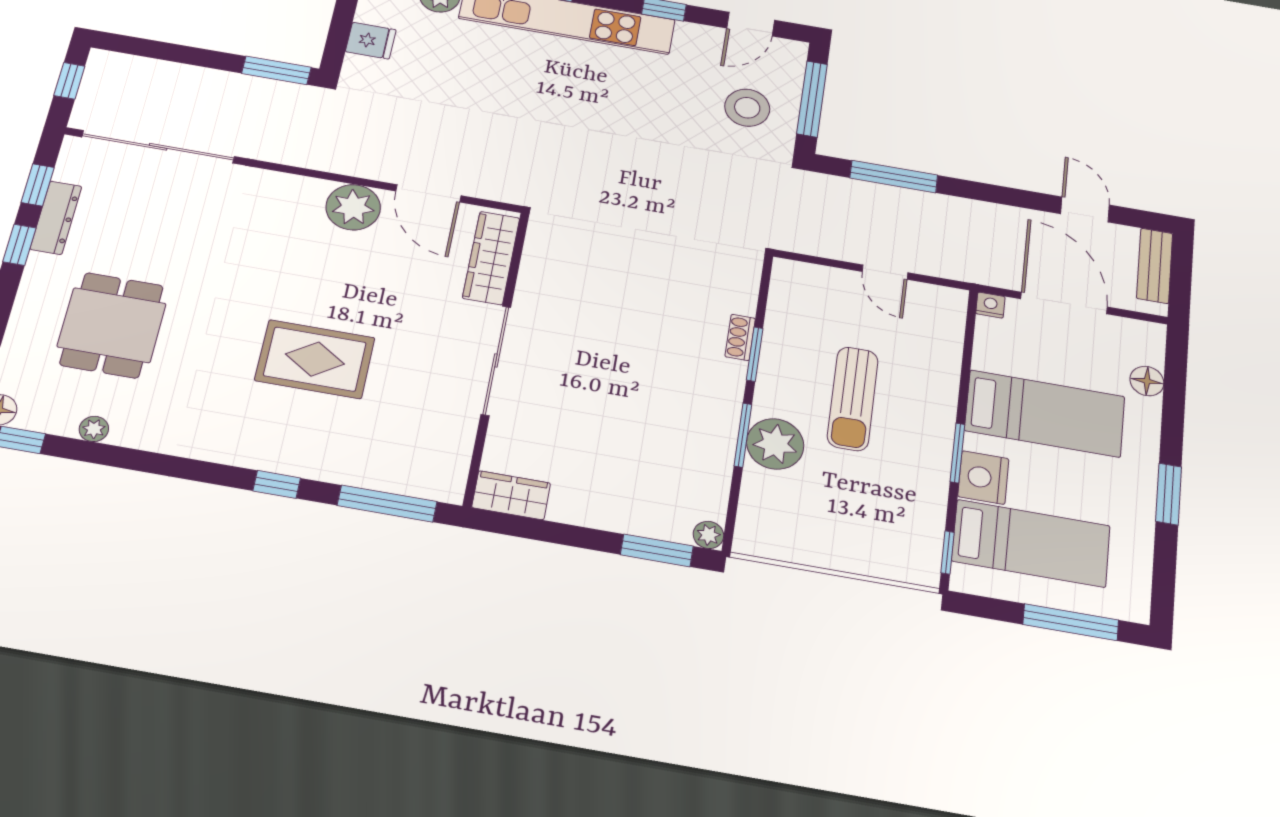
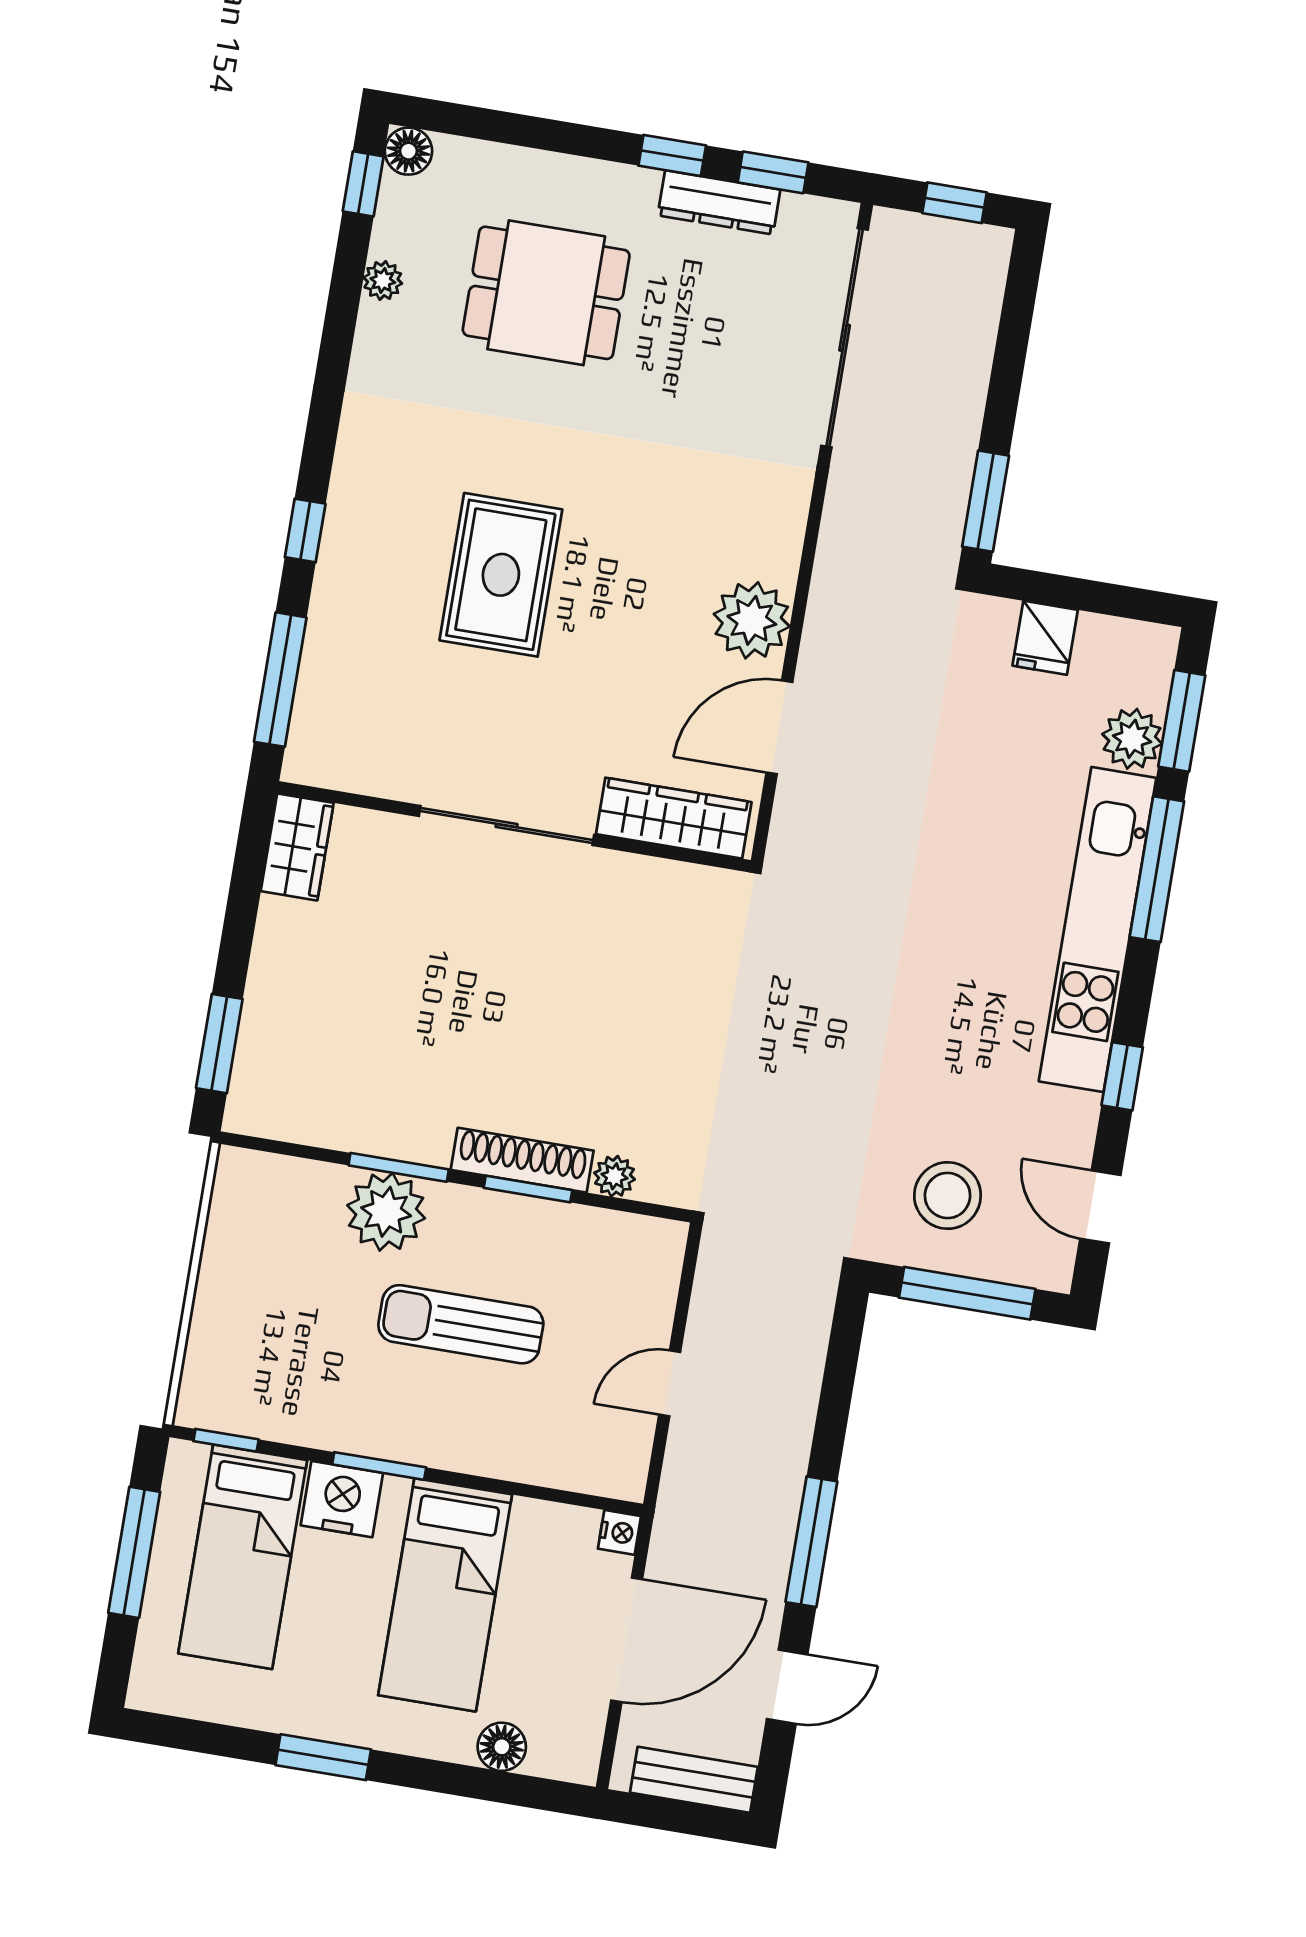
window: (894, 177) -> (811, 1542), moved
shoe rack: (740, 337) -> (522, 1160), width x1.94, depth x1.24
plant: (708, 535) -> (615, 1176), moved
window: (1071, 622) -> (134, 1552), moved

